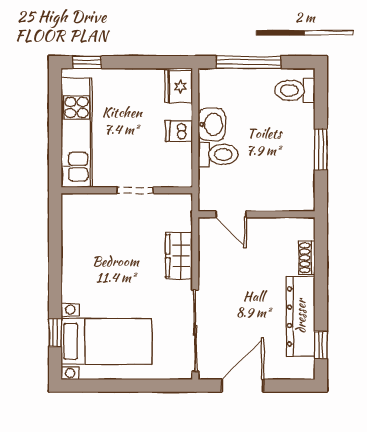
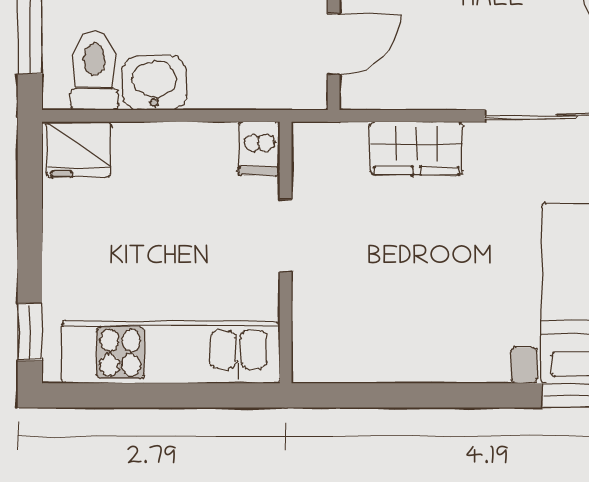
dishwasher: (179, 131) -> (259, 148), moved
toilet: (218, 154) -> (94, 70), moved

